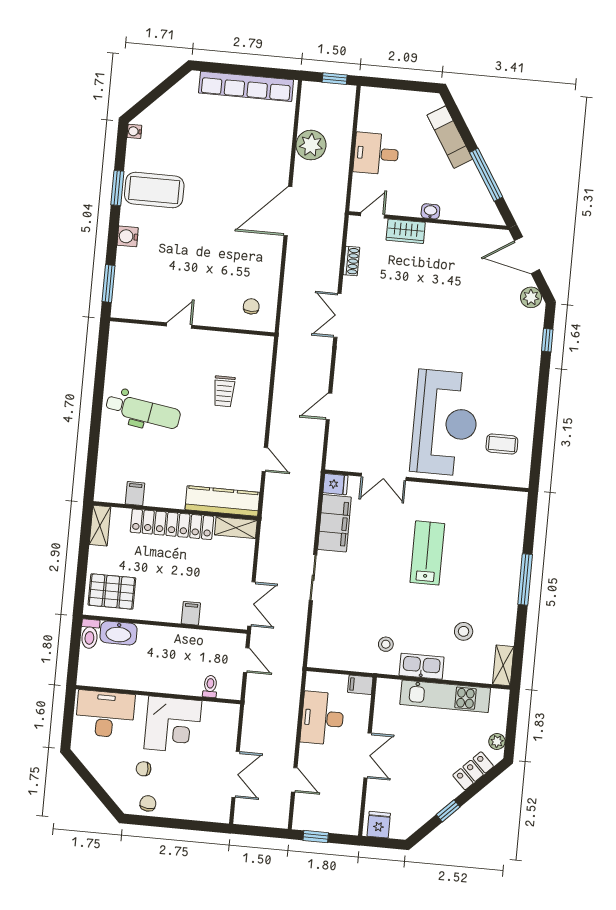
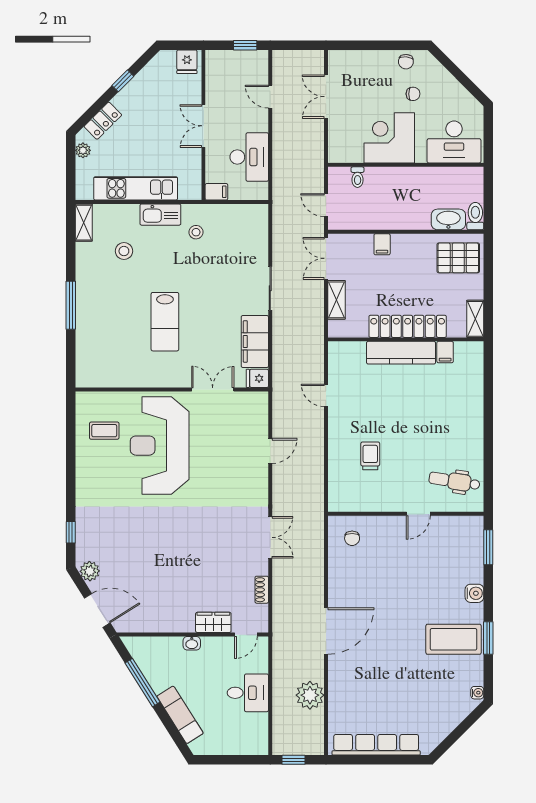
dental chair: (143, 411) -> (454, 481), moved, width x0.73, depth x0.72
kitchen counter: (222, 501) -> (401, 353), moved
shelving: (236, 528) -> (336, 300), moved, turned 90

